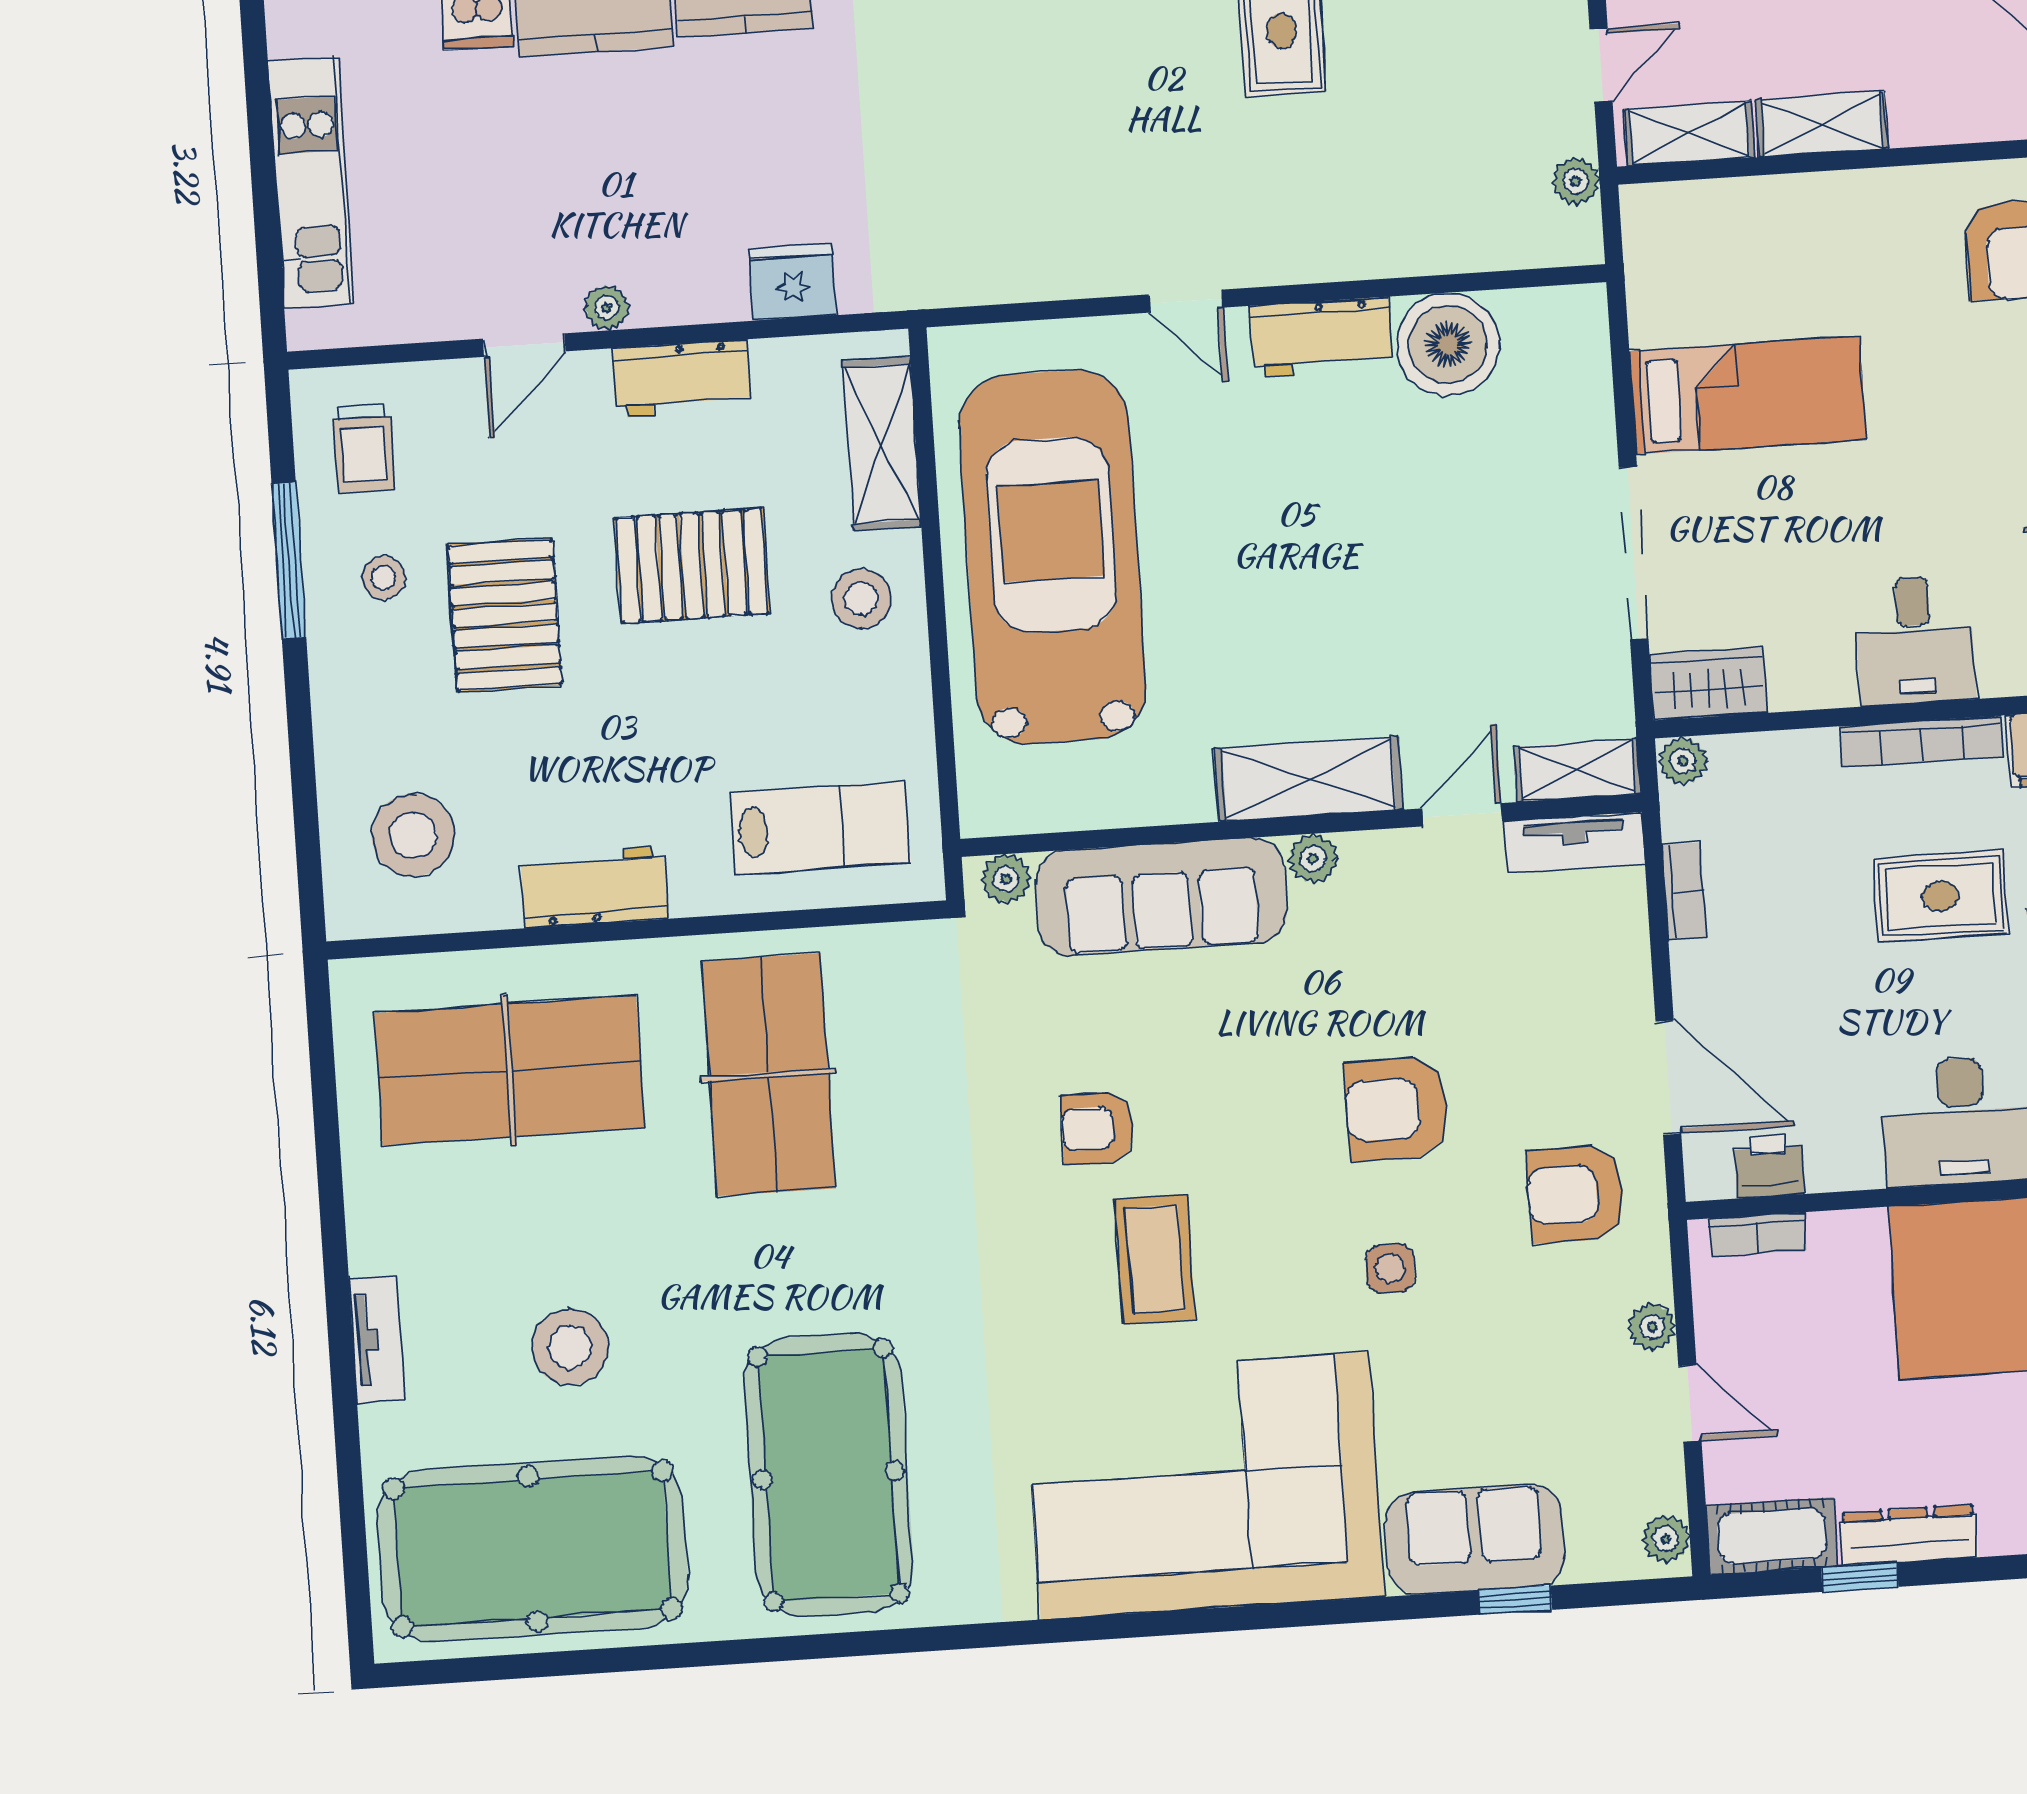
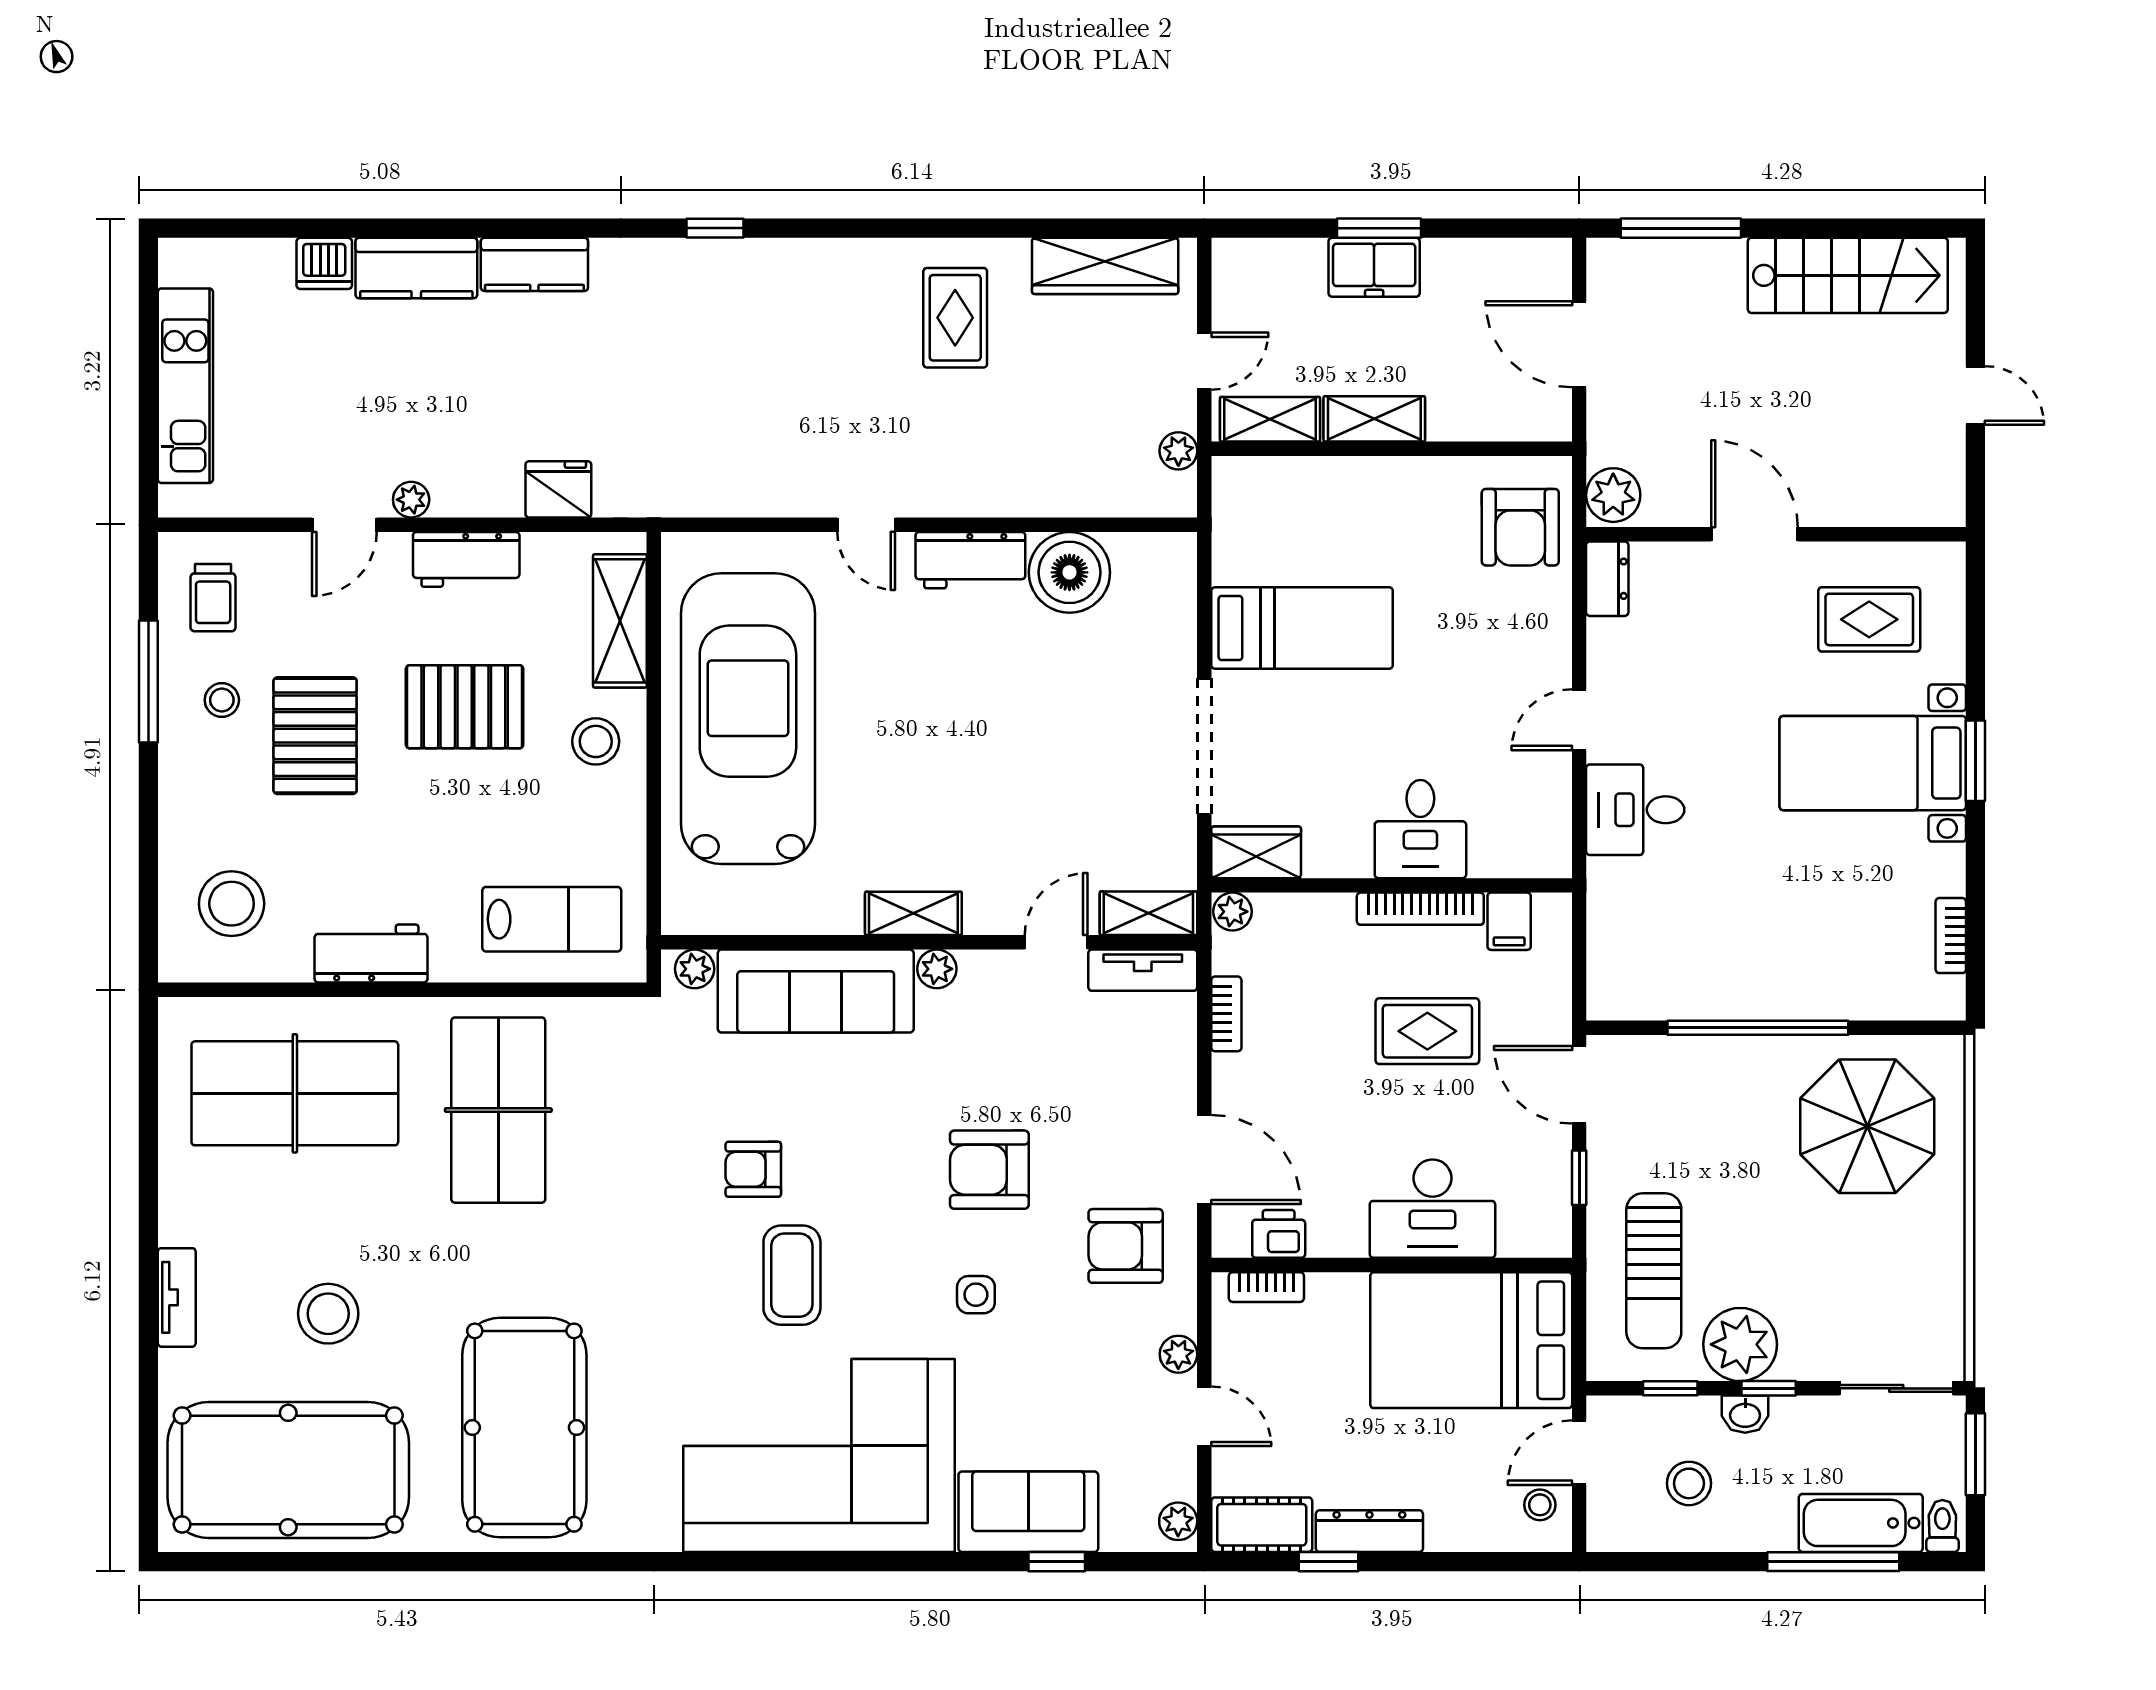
shelving: (1309, 779) -> (913, 913), width x0.67, depth x0.75

